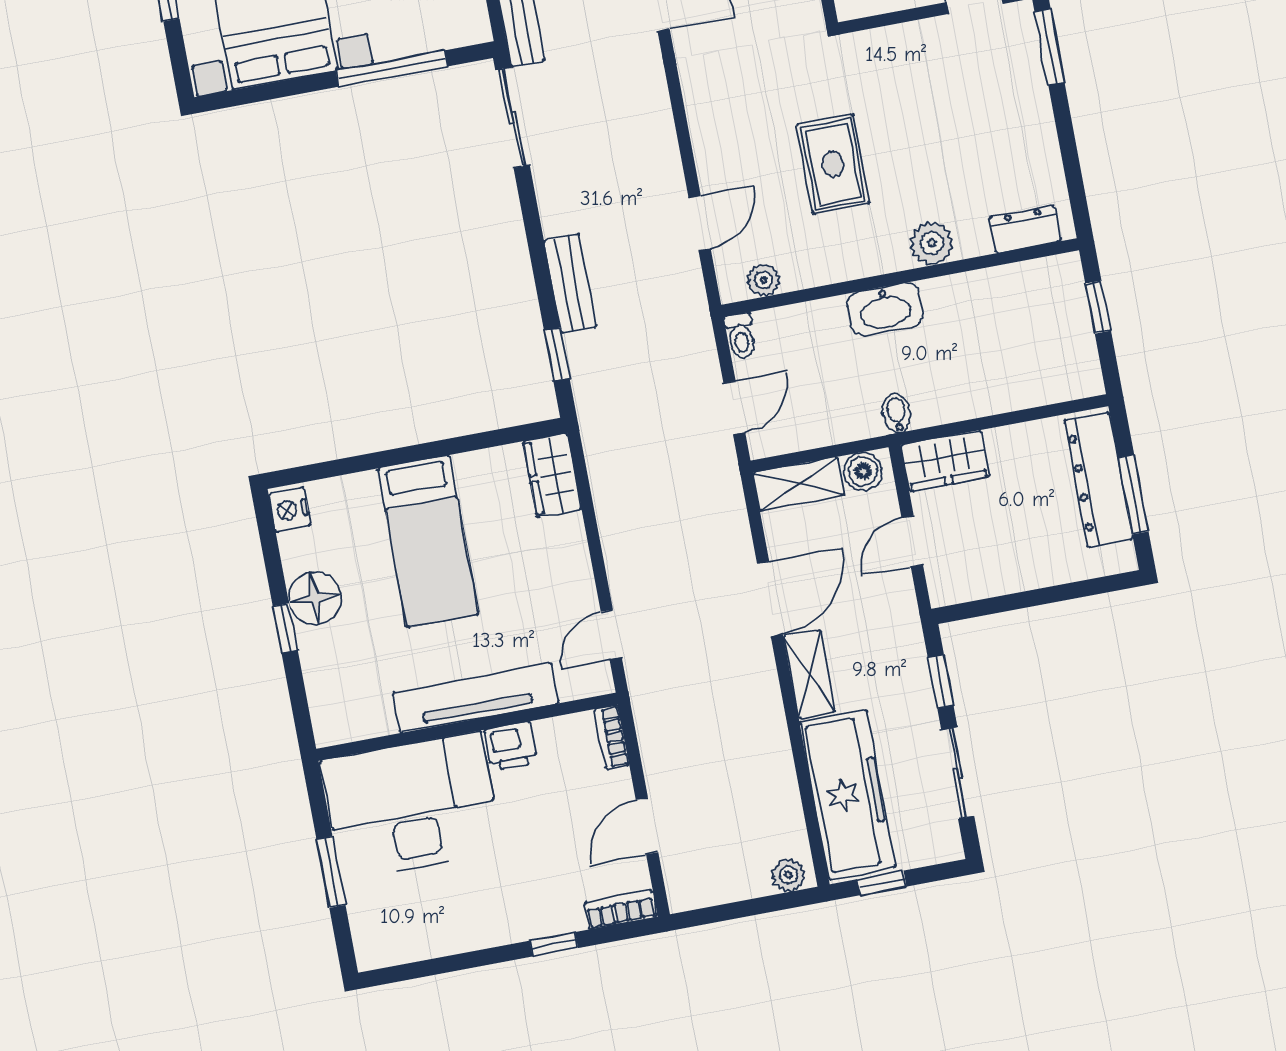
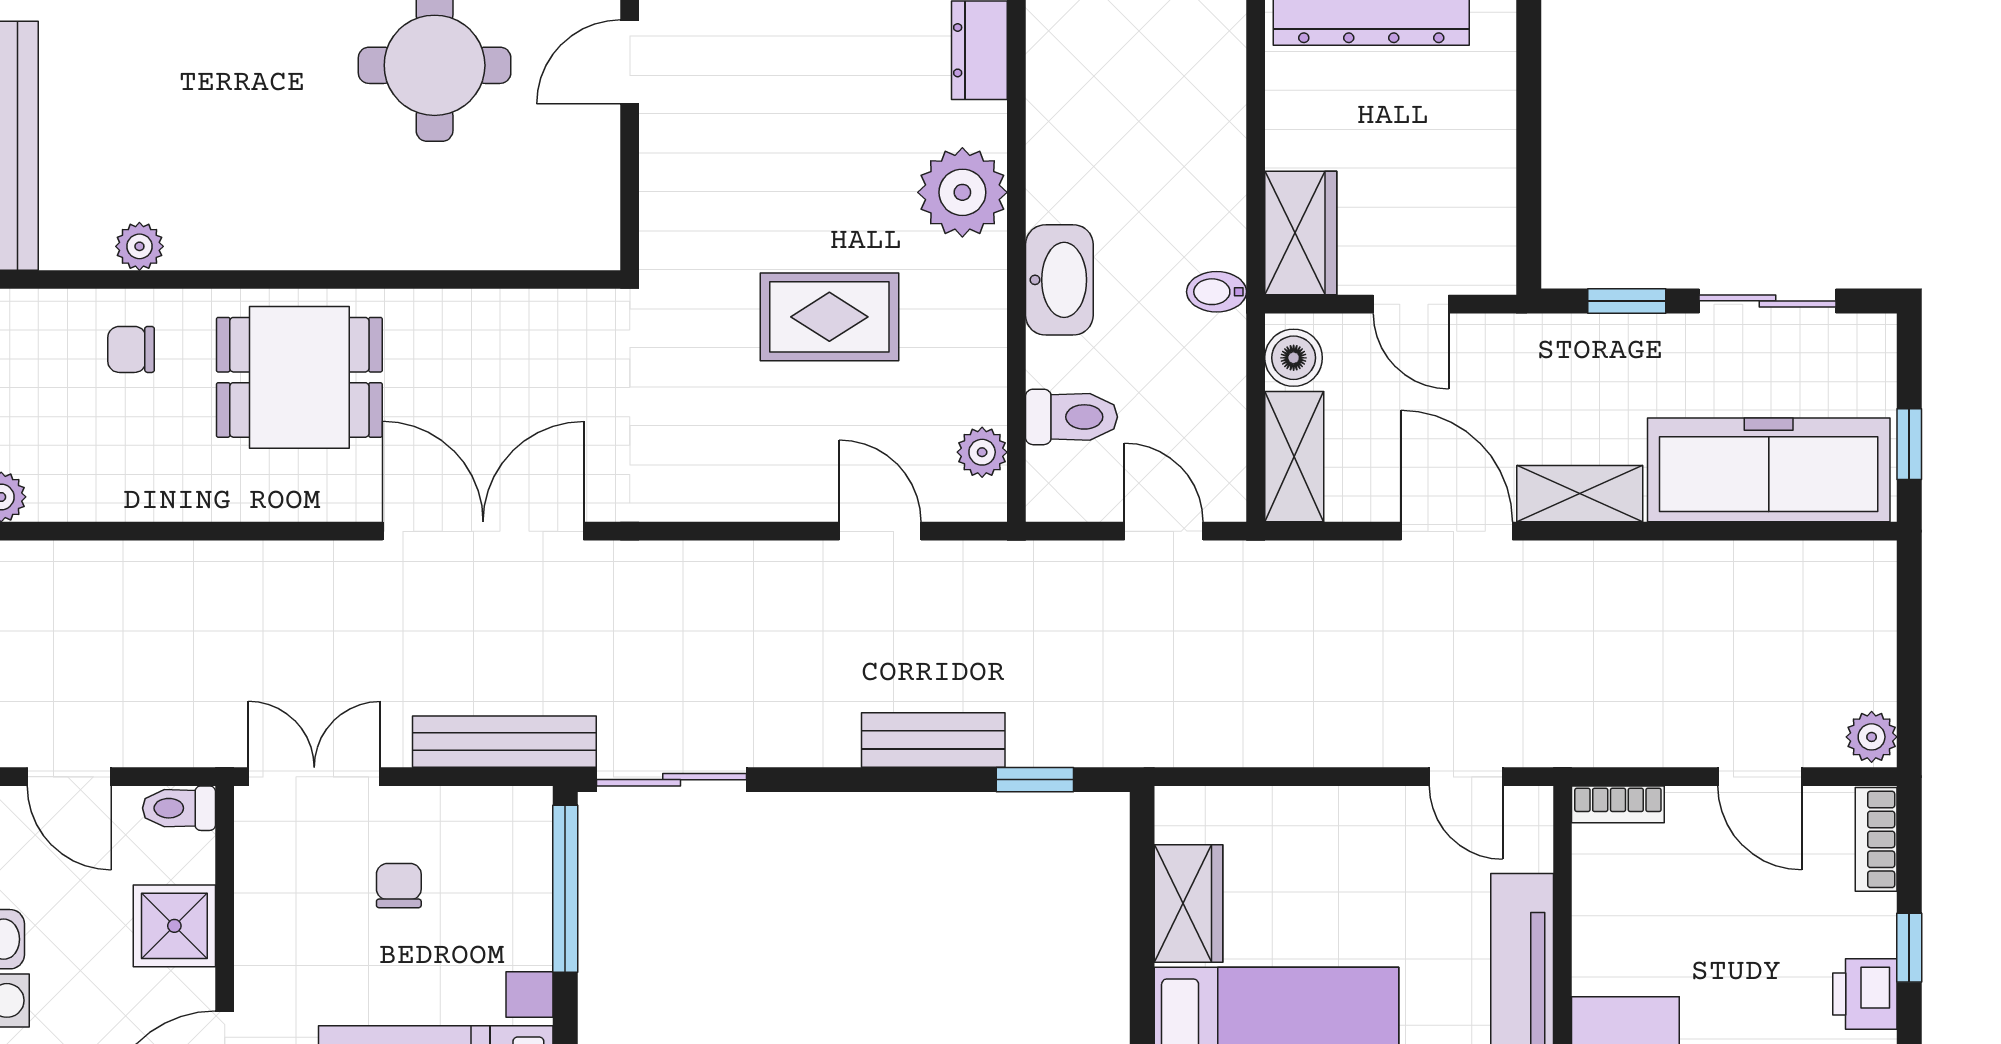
window: (392, 69) -> (565, 889), moved
plant: (932, 243) -> (962, 192), width x1.36, depth x1.36
toilet: (741, 336) -> (1071, 417), moved, width x1.37, depth x1.39
wardrobe: (552, 475) -> (1189, 903), moved, turned -90
printer: (511, 746) -> (1865, 994), moved, turned 180
plant: (788, 875) -> (1872, 737), moved

